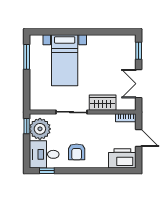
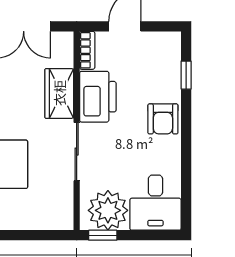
armchair: (77, 152) -> (163, 119), moved, turned 90
printer: (122, 158) -> (98, 97), moved, turned 180
window: (47, 171) -> (186, 75), moved

